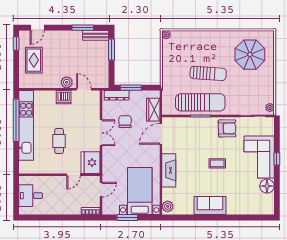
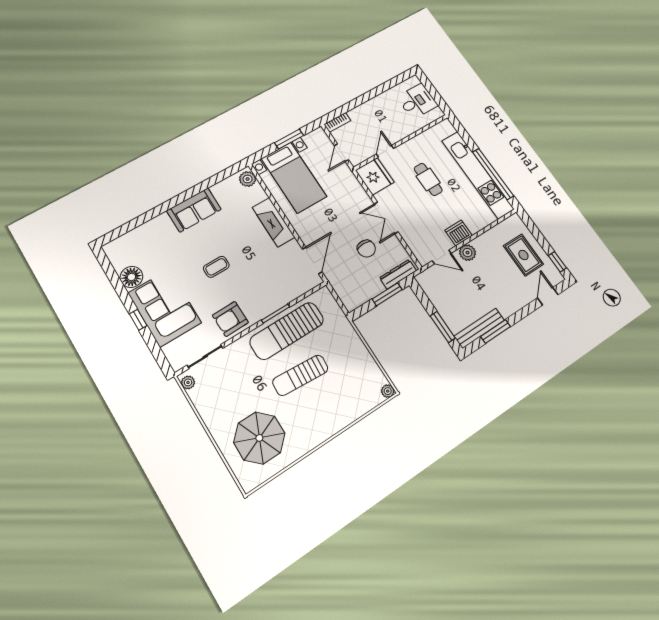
bench: (96, 35) -> (479, 328), width x1.36
wardrobe: (153, 110) -> (341, 284), removed

